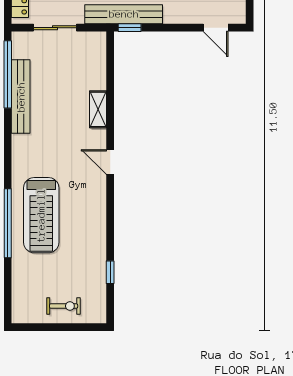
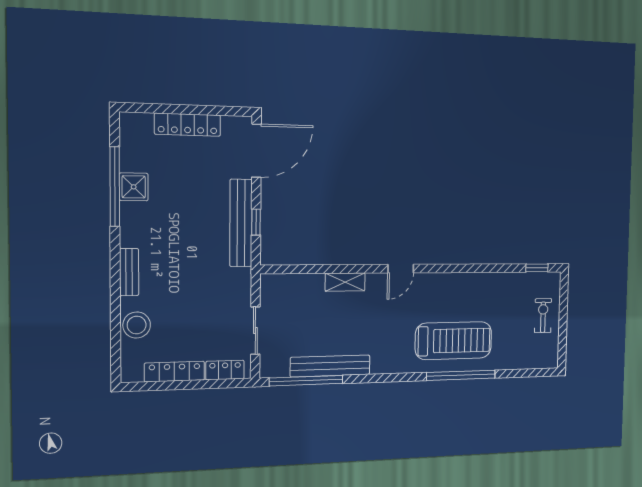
bench: (124, 14) -> (241, 223), moved
window: (130, 28) -> (256, 222), moved
door: (216, 28) -> (256, 151), width x1.88
window: (110, 272) -> (537, 268), moved

